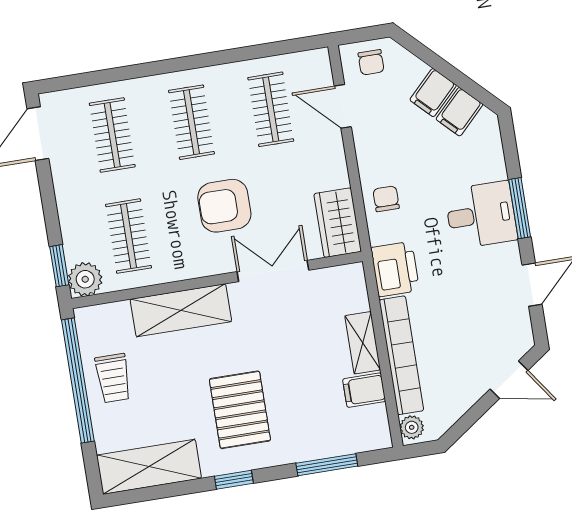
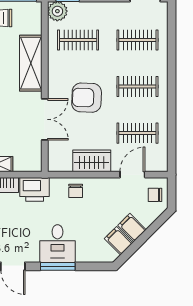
chair: (386, 199) -> (76, 191), turned 90
armchair: (224, 206) -> (87, 98), turned -88
wardrobe: (338, 223) -> (92, 161), moved

